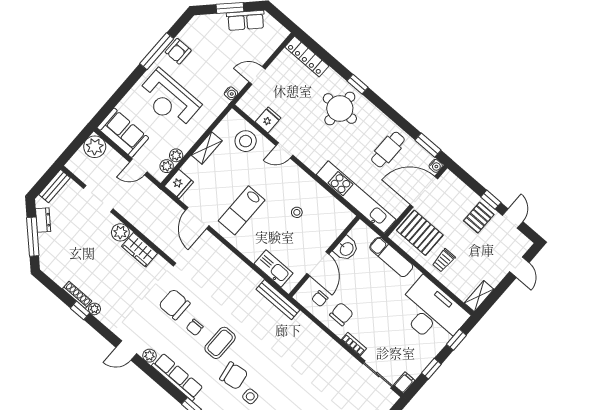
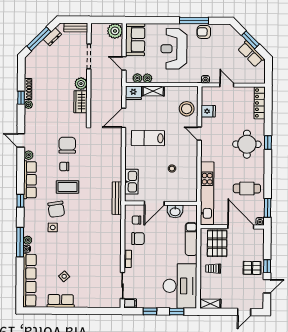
shelving: (207, 148) -> (153, 91), moved

